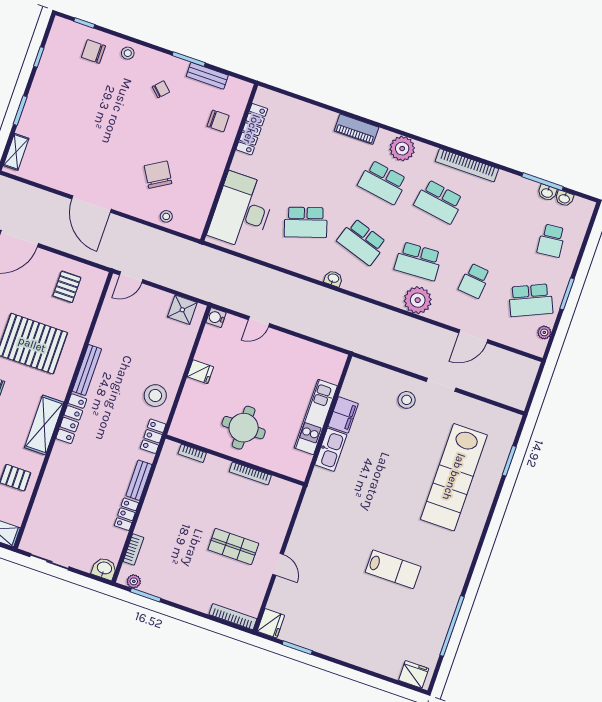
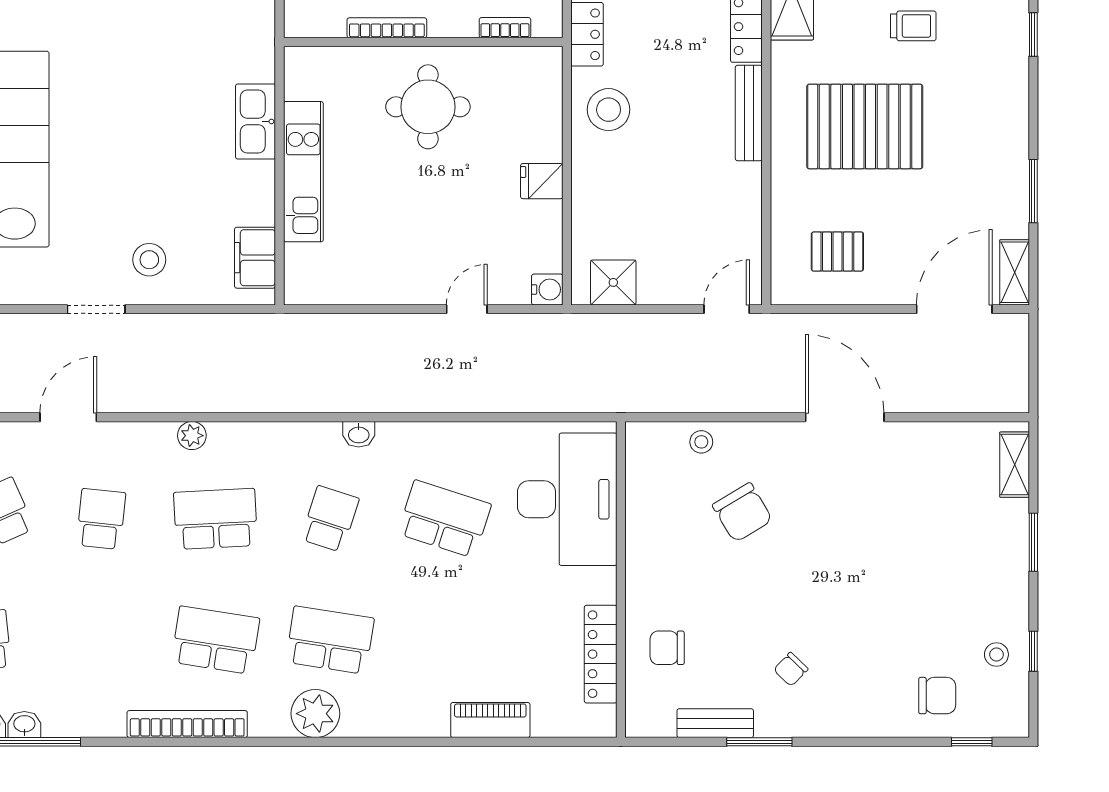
stool: (128, 53) -> (996, 655), moved
piano: (356, 129) -> (490, 720), moved
school desk: (306, 222) -> (444, 519), turned 36
school desk: (362, 242) -> (330, 519), width x0.54
pallet: (67, 287) -> (837, 252), turned 90
plant: (418, 300) -> (192, 436), width x0.53, depth x0.53
filing cabinet: (343, 415) -> (255, 258), moved

